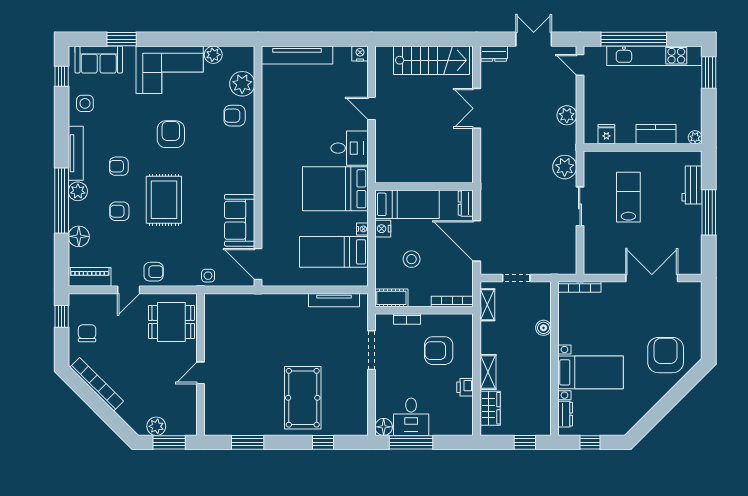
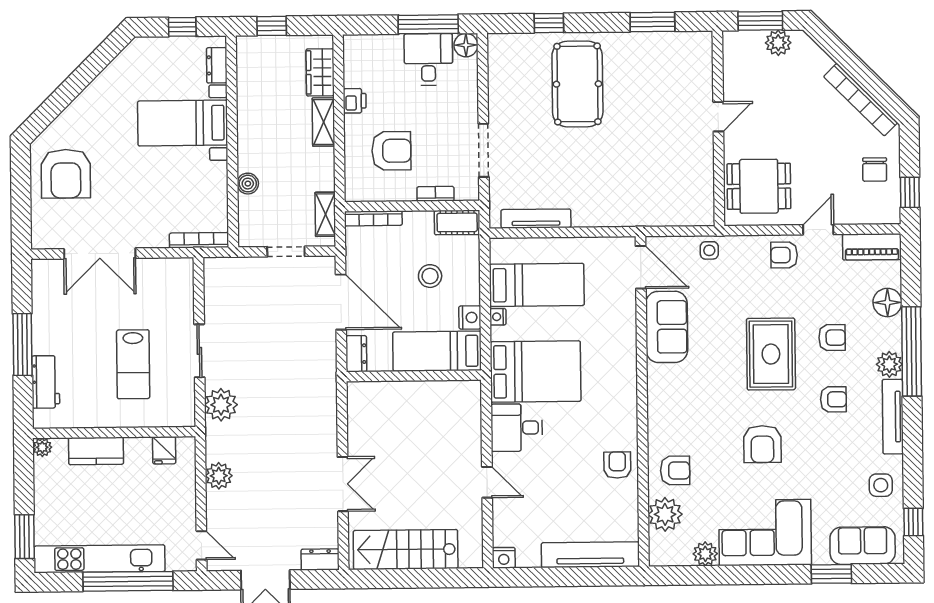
armchair: (277, 120) -> (617, 465), added
armchair: (666, 355) -> (66, 174), moved

